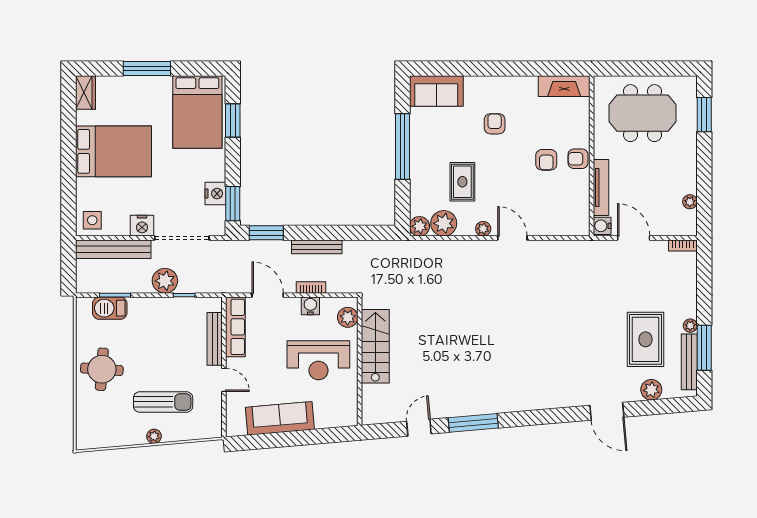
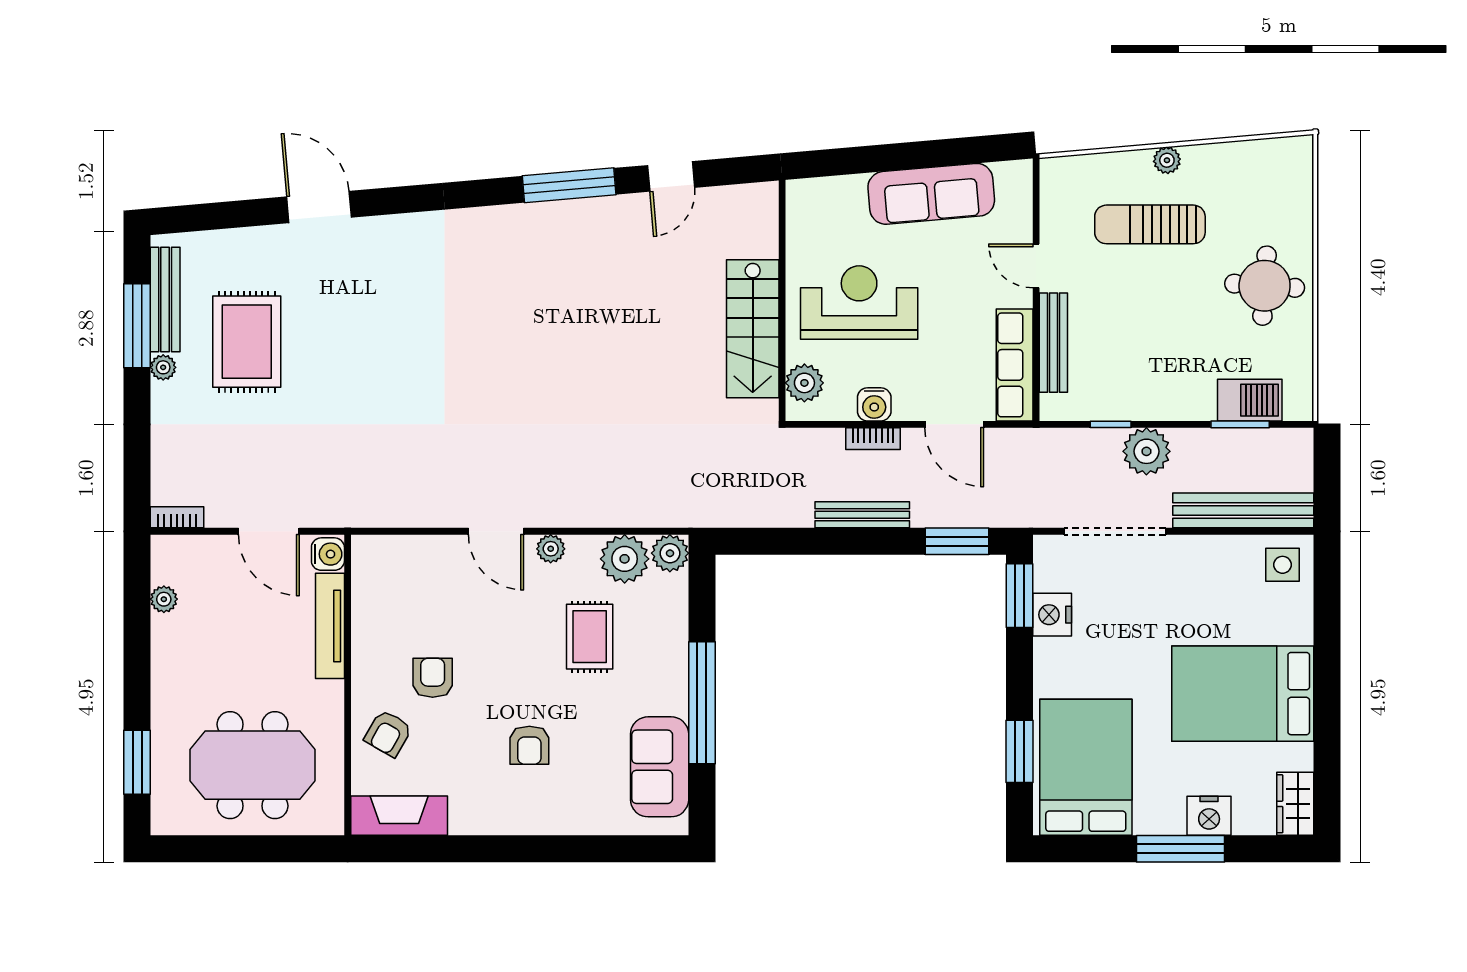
sofa: (436, 91) -> (660, 767), moved, turned -90
armchair: (578, 159) -> (388, 733), moved, turned 120
nightstand: (142, 226) -> (1209, 816), moved, turned 180
plant: (651, 390) -> (236, 247), removed

